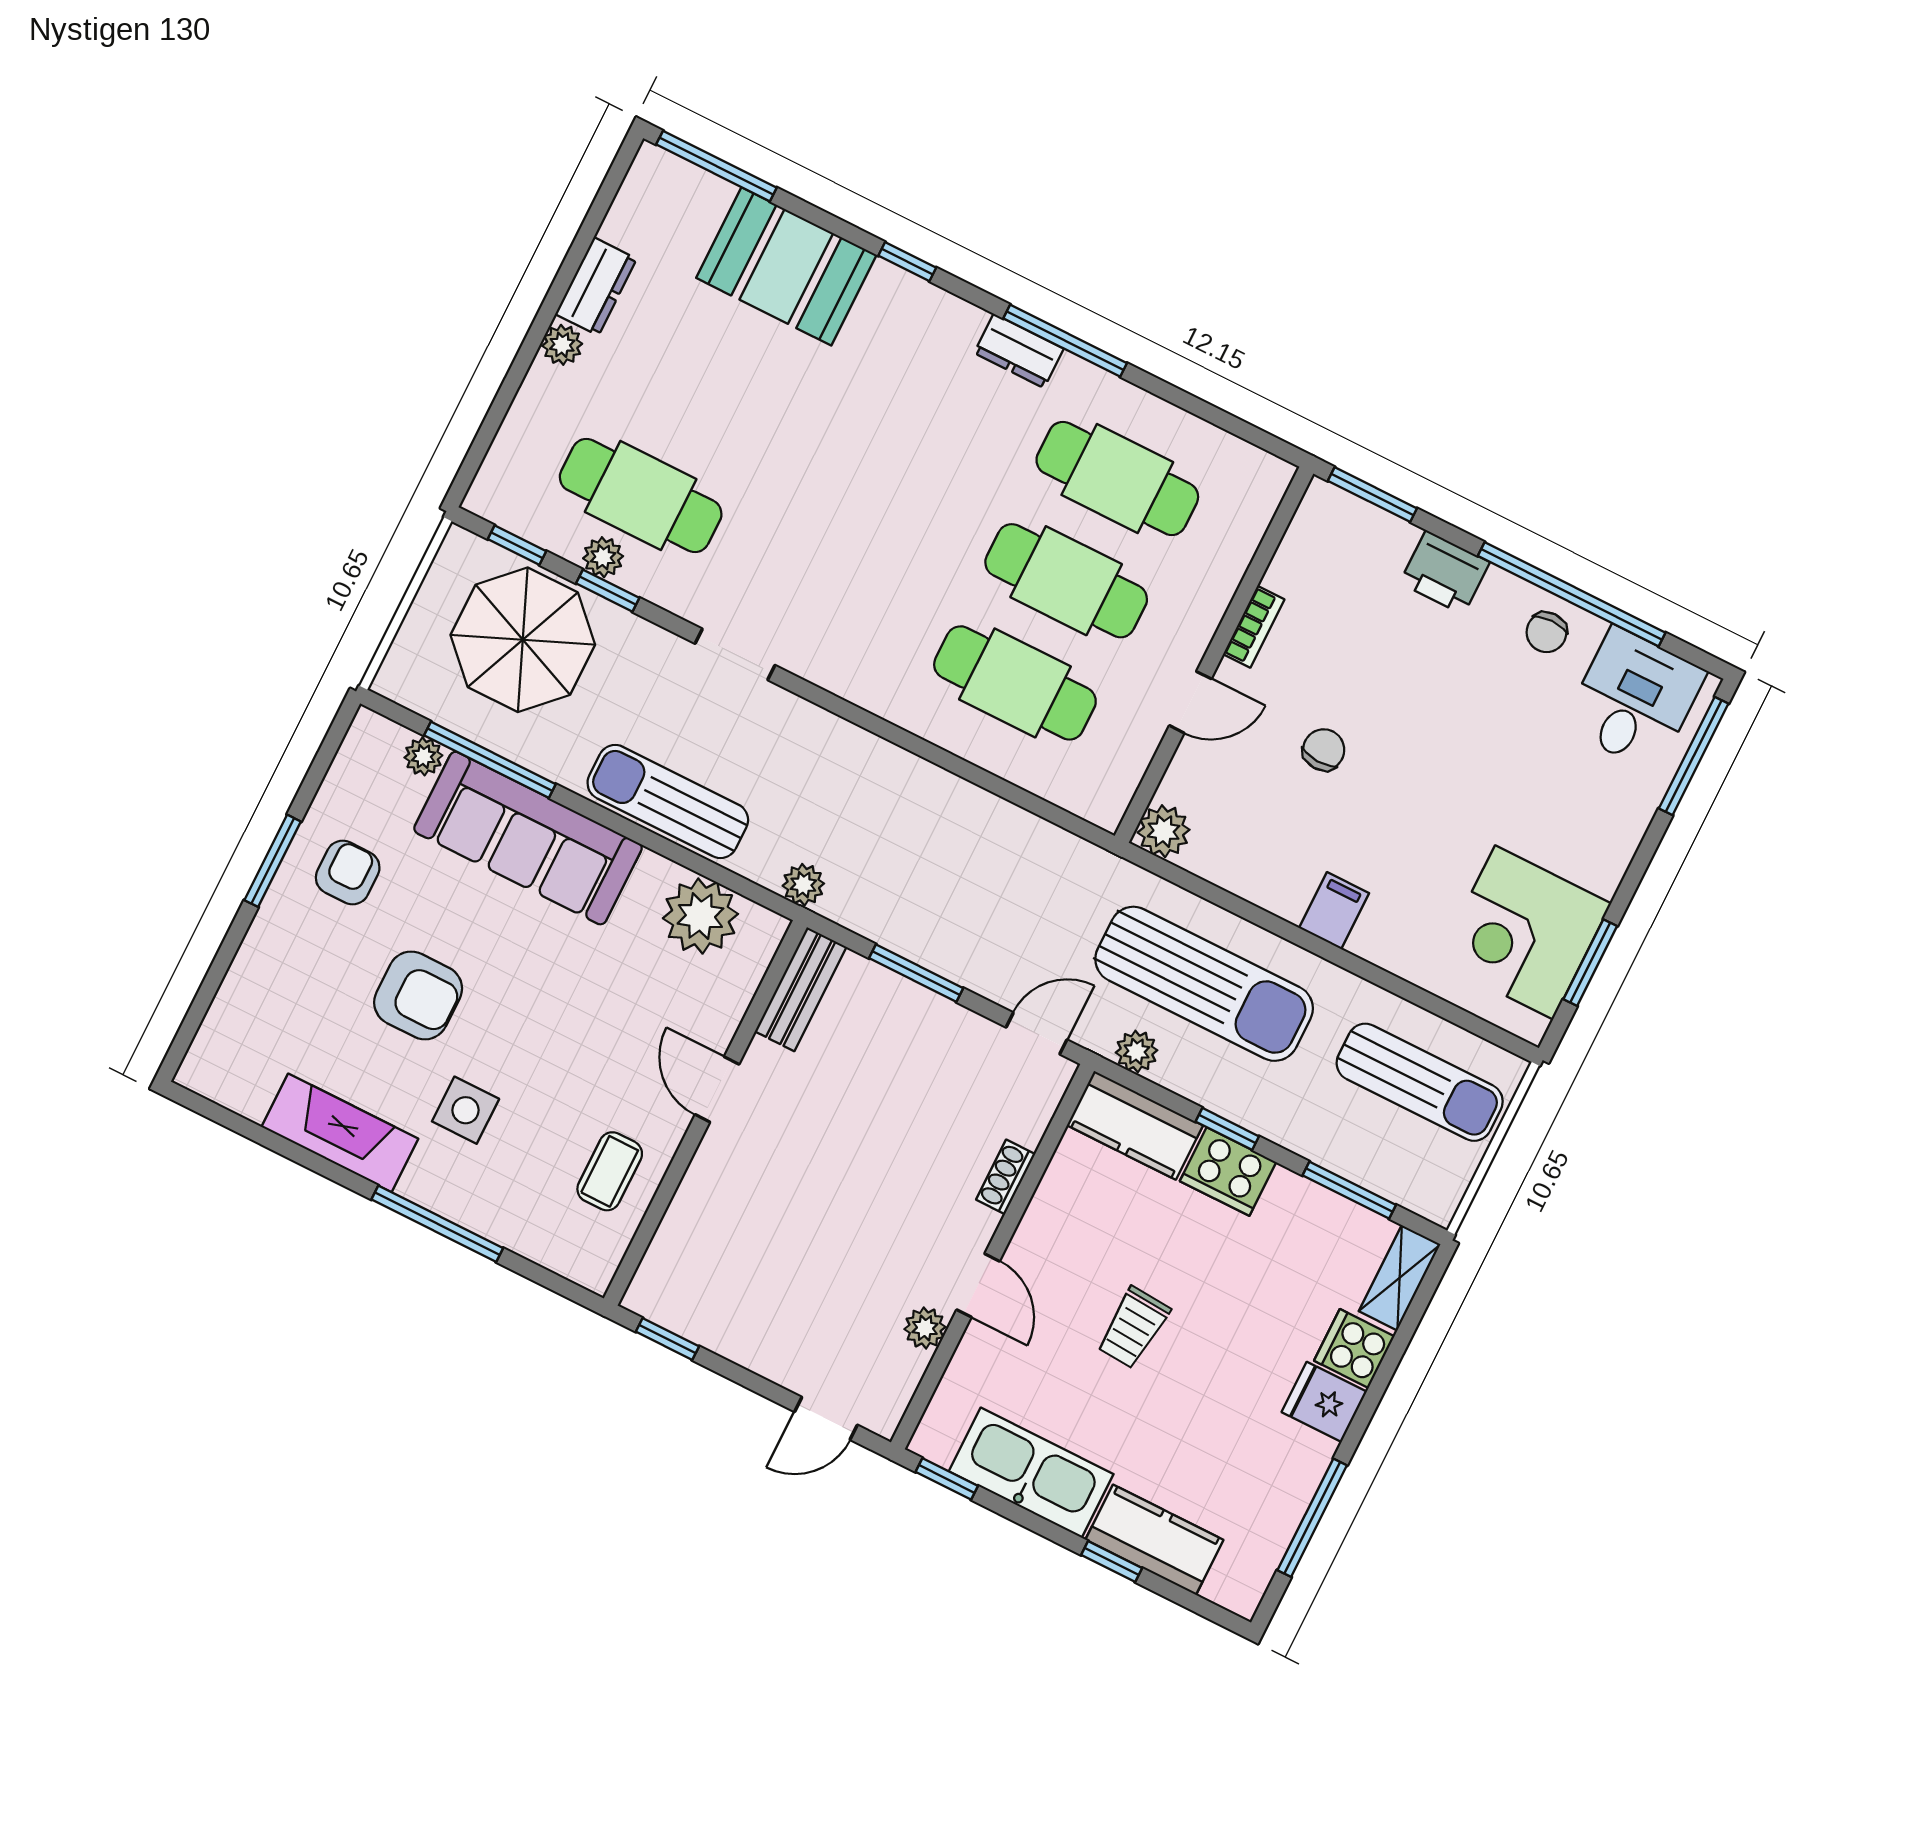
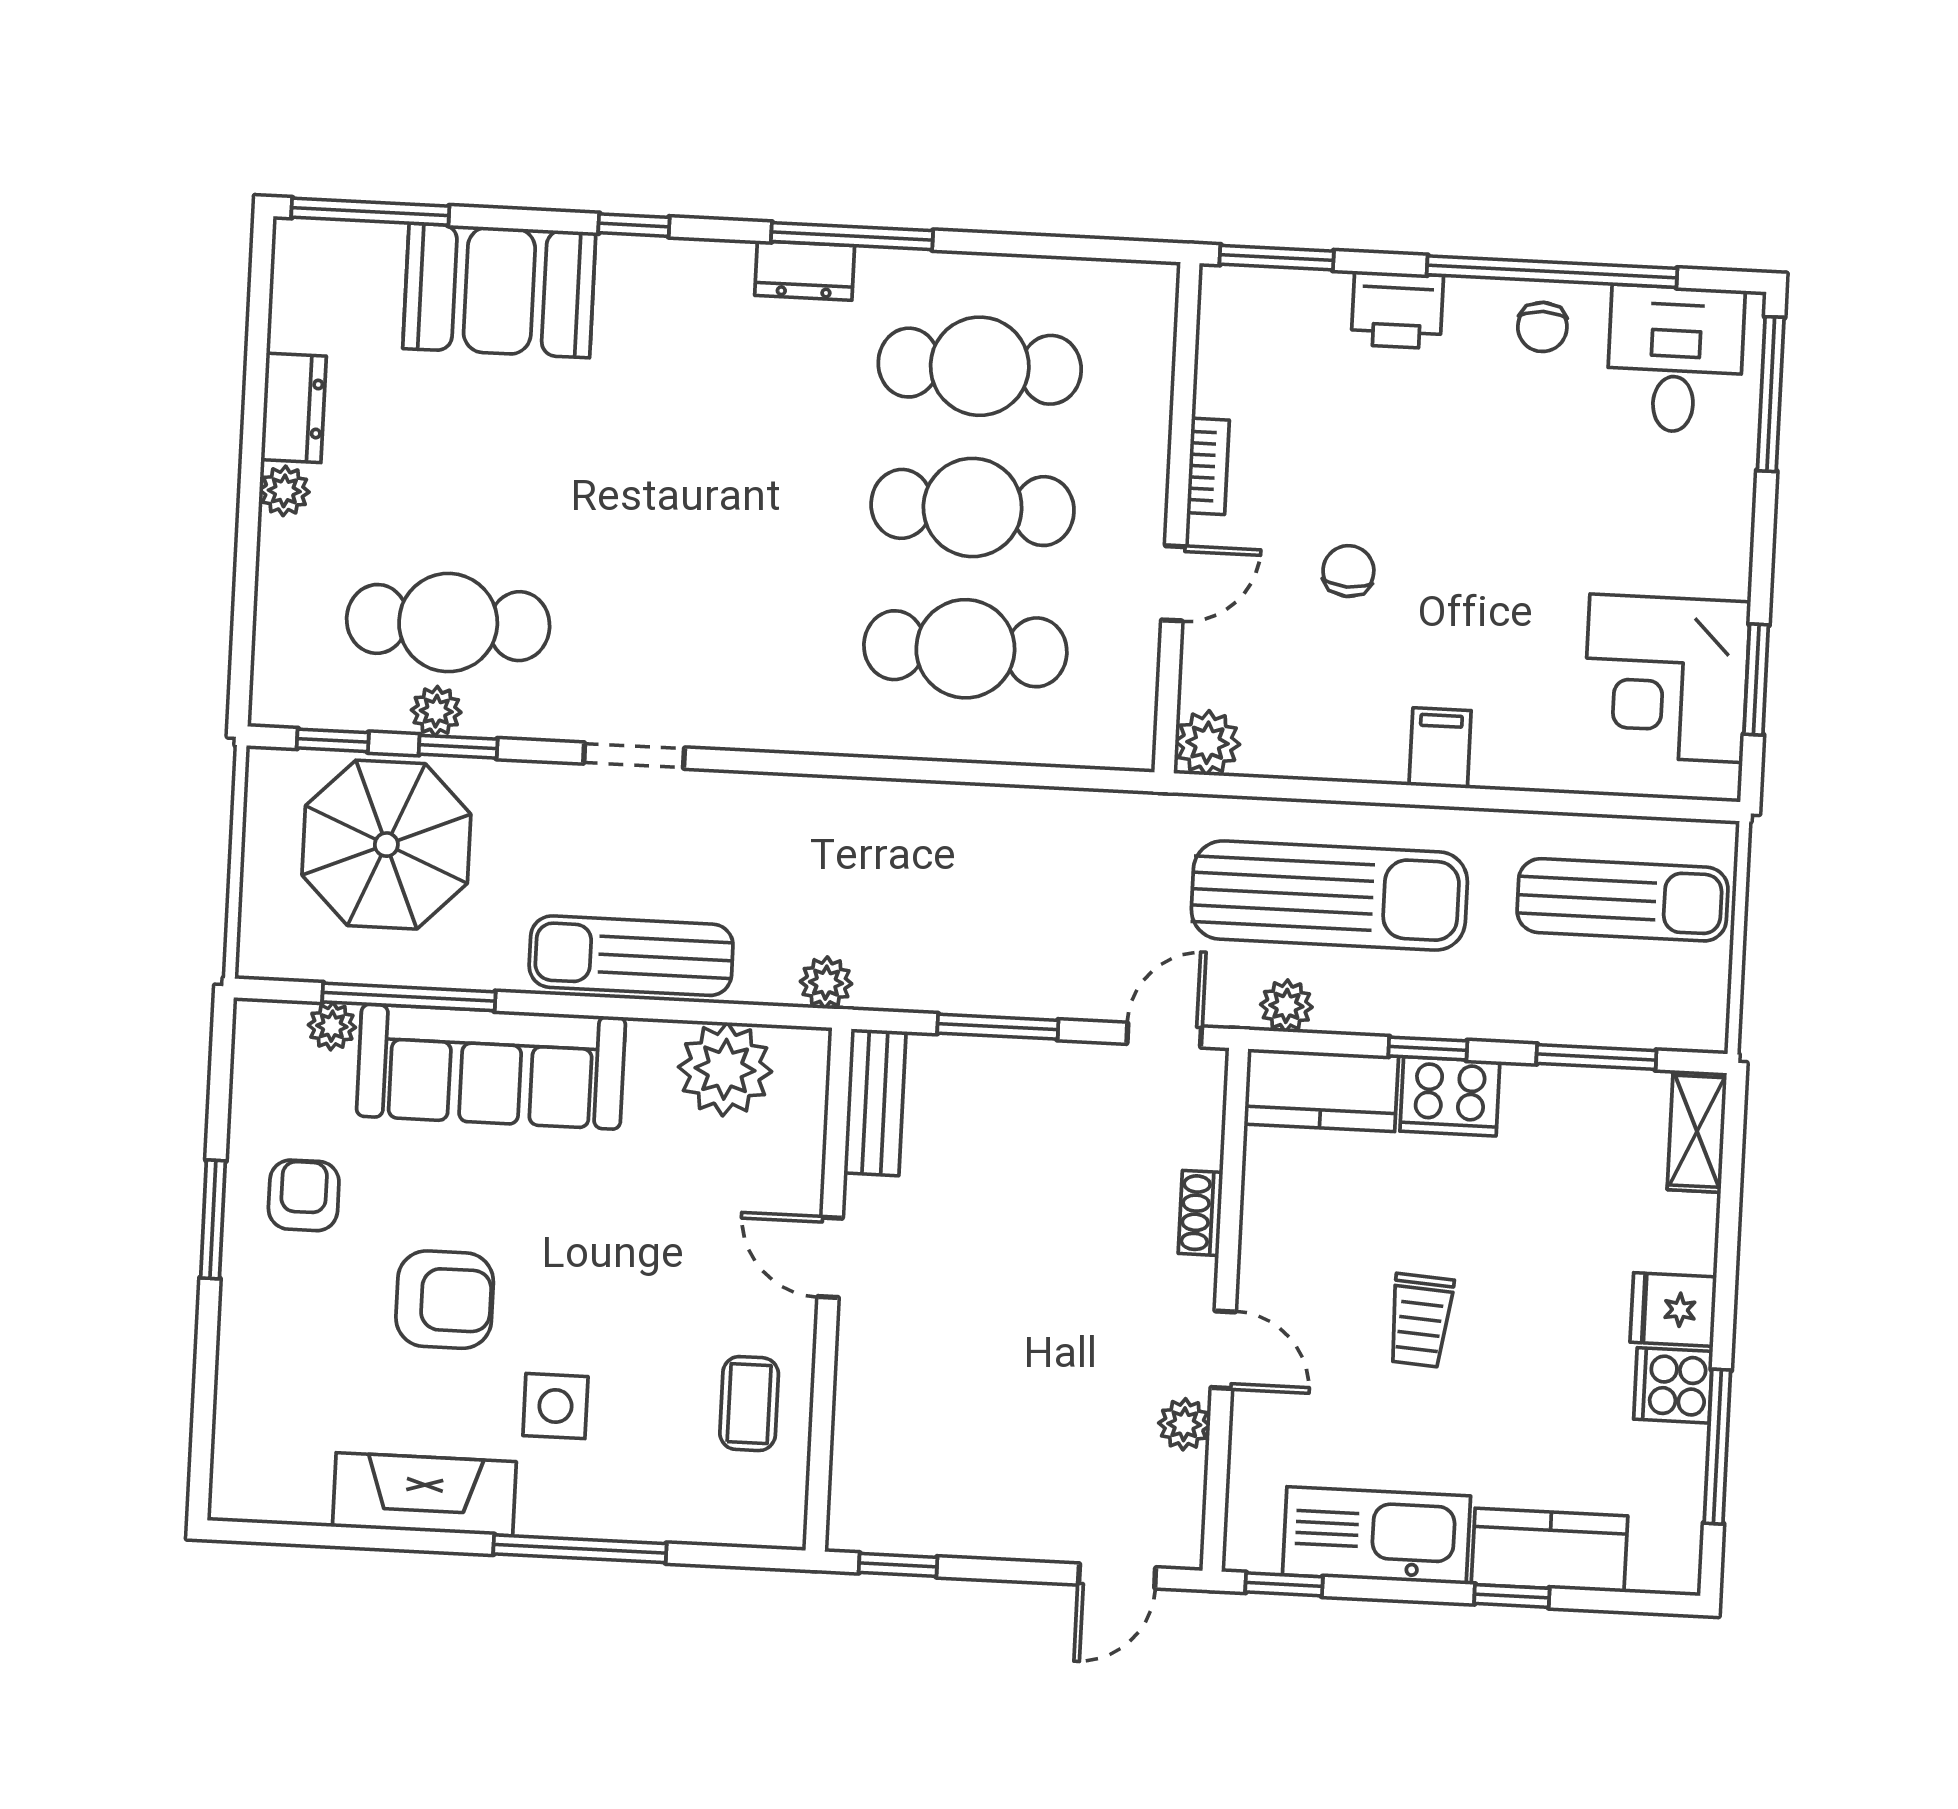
cooker: (1354, 1349) -> (1673, 1385), moved

